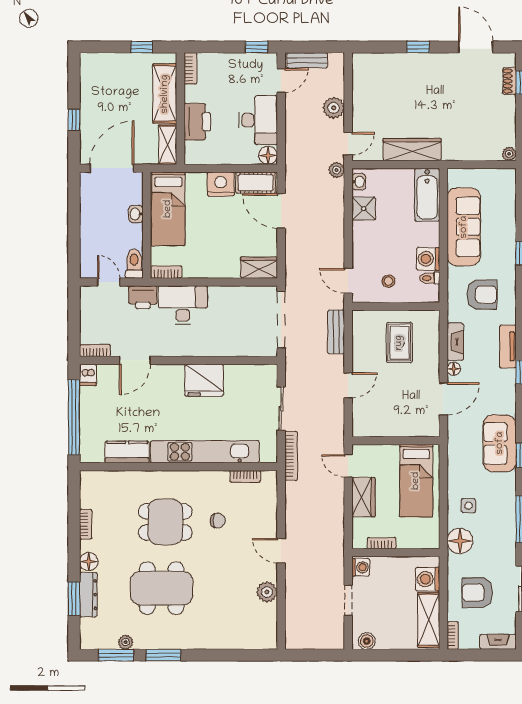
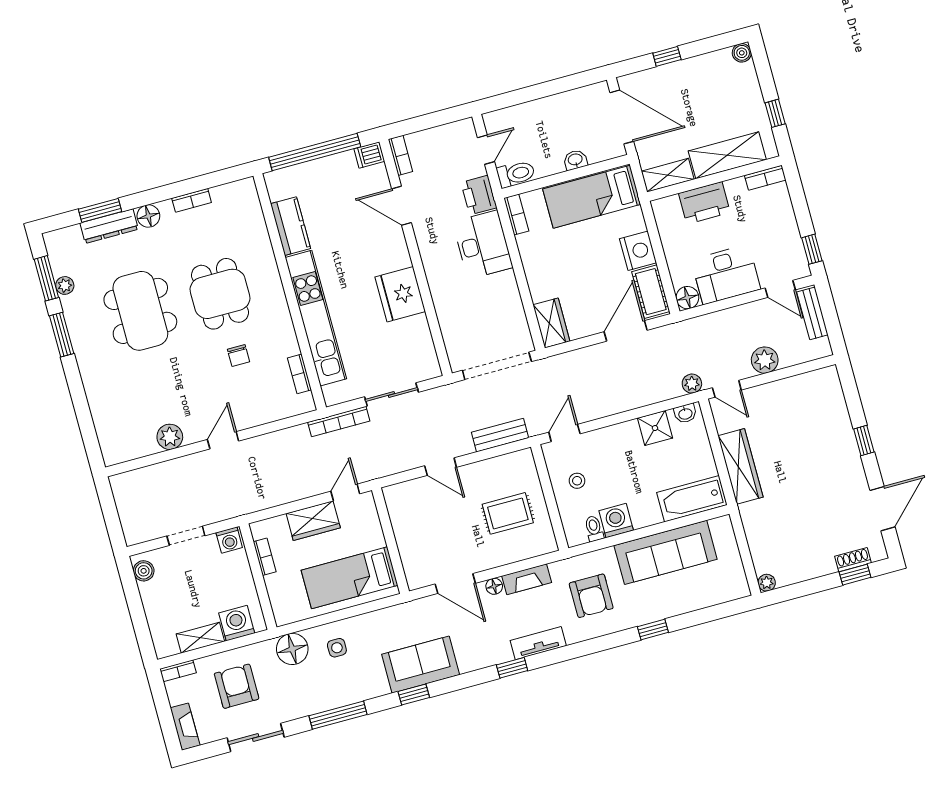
boiler: (87, 60) -> (742, 53), added
shelving: (429, 620) -> (200, 638), width x0.67, depth x0.75

